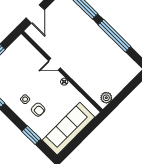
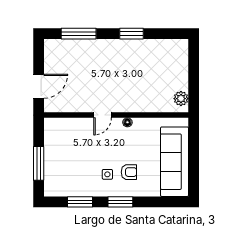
door: (35, 14) -> (39, 86), hinge flipped
window: (114, 36) -> (131, 34), width x0.47
window: (31, 135) -> (120, 202), moved

